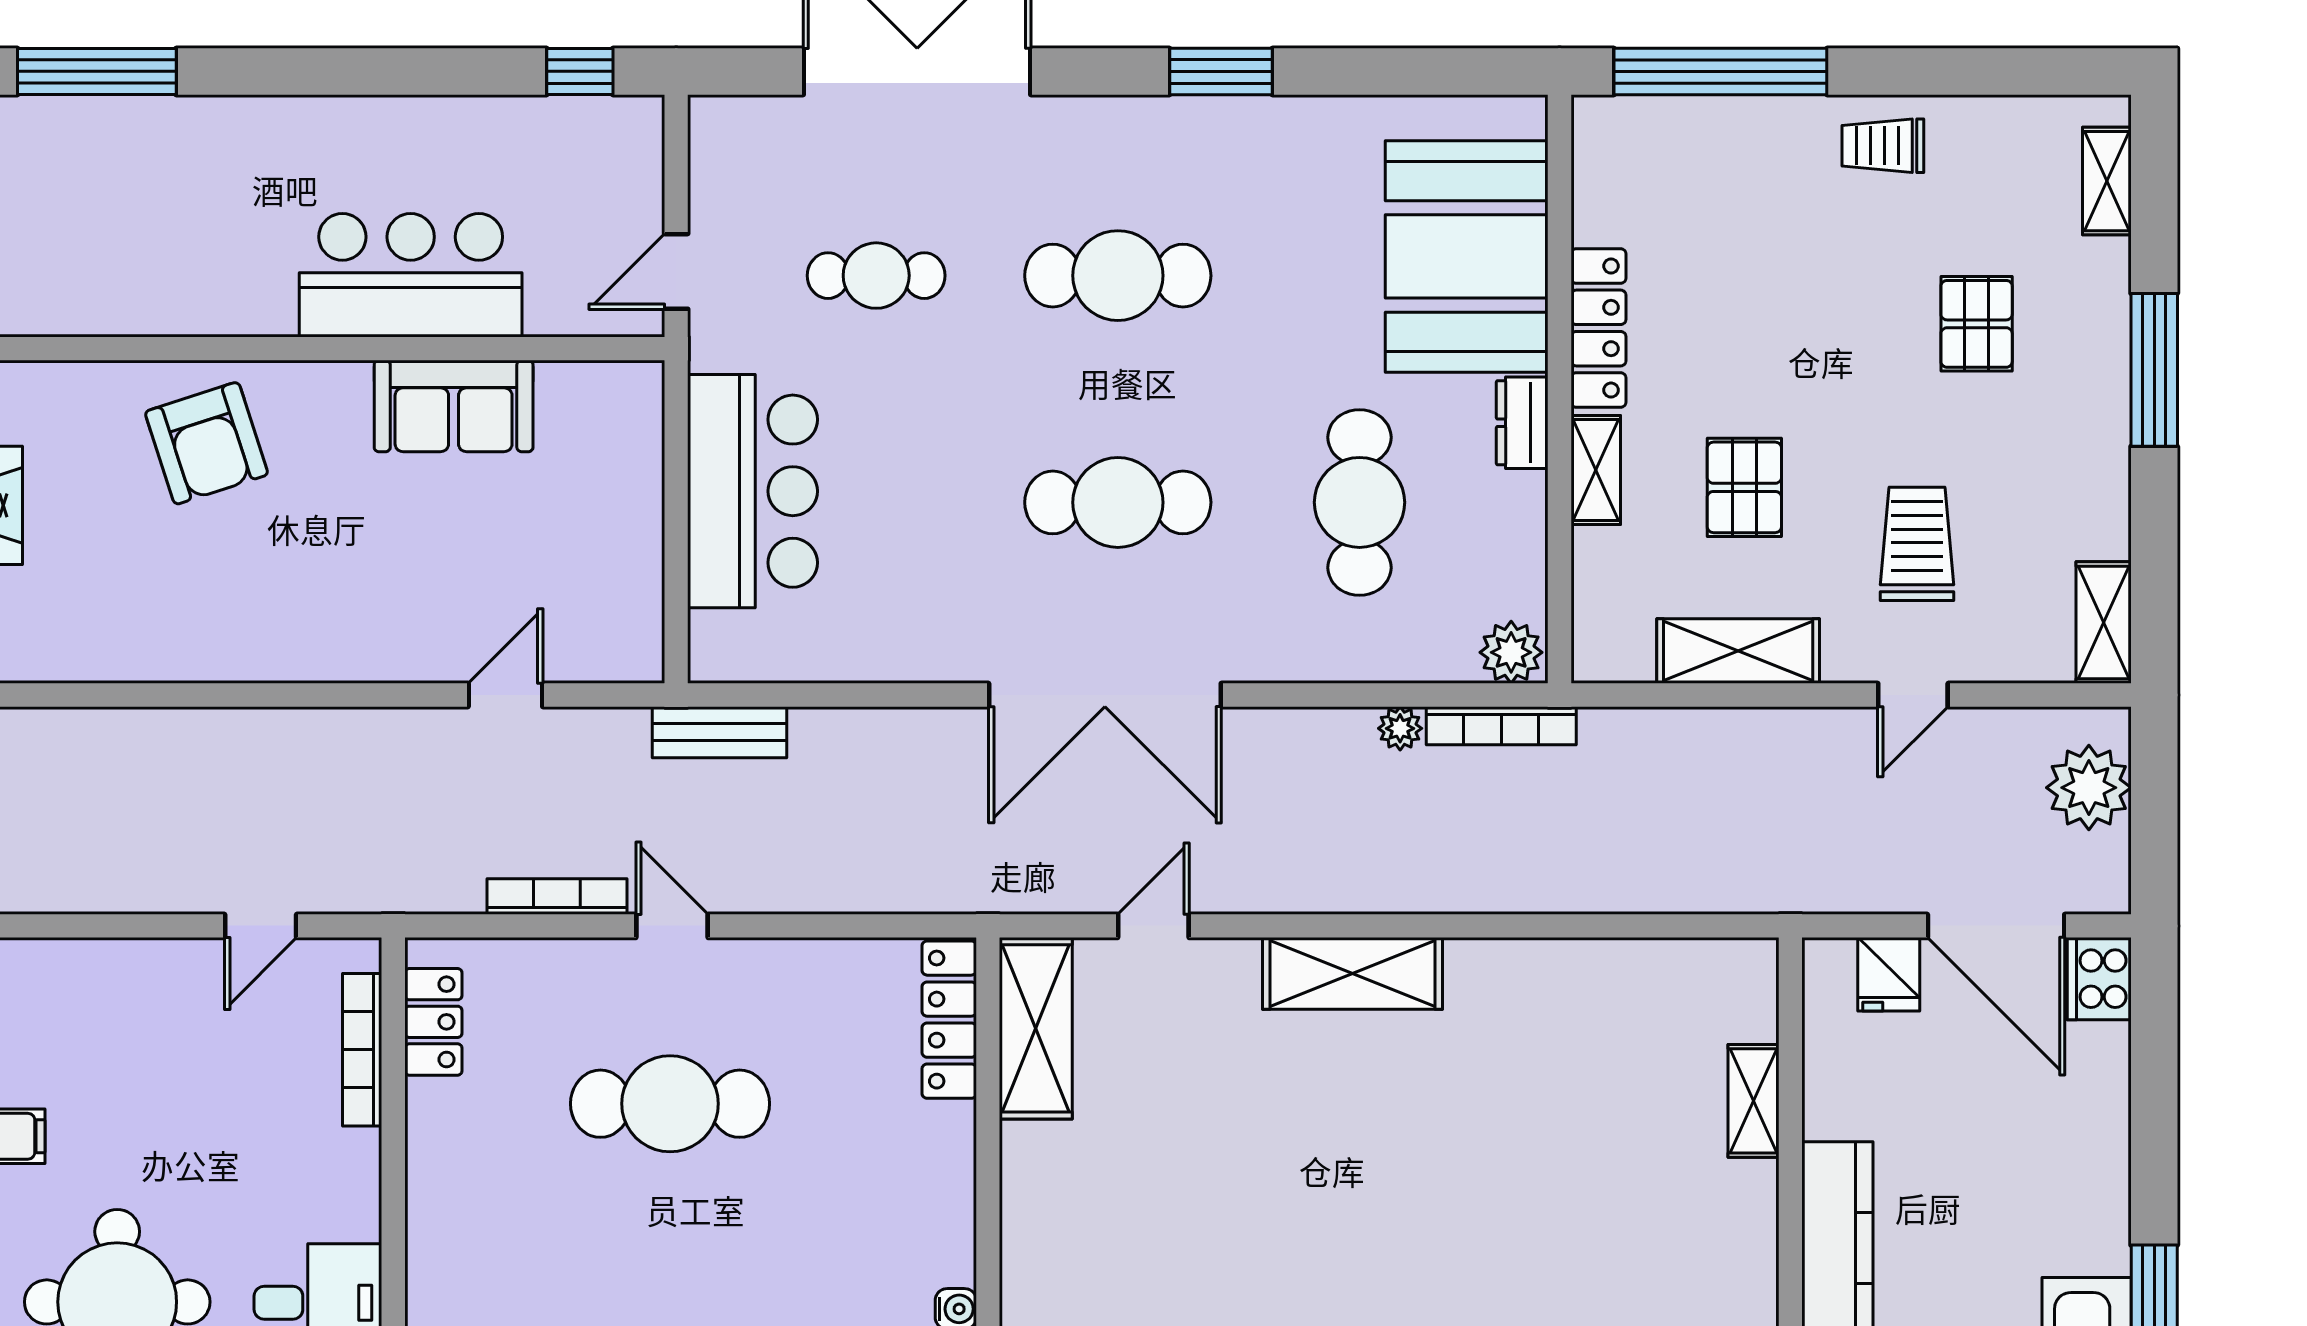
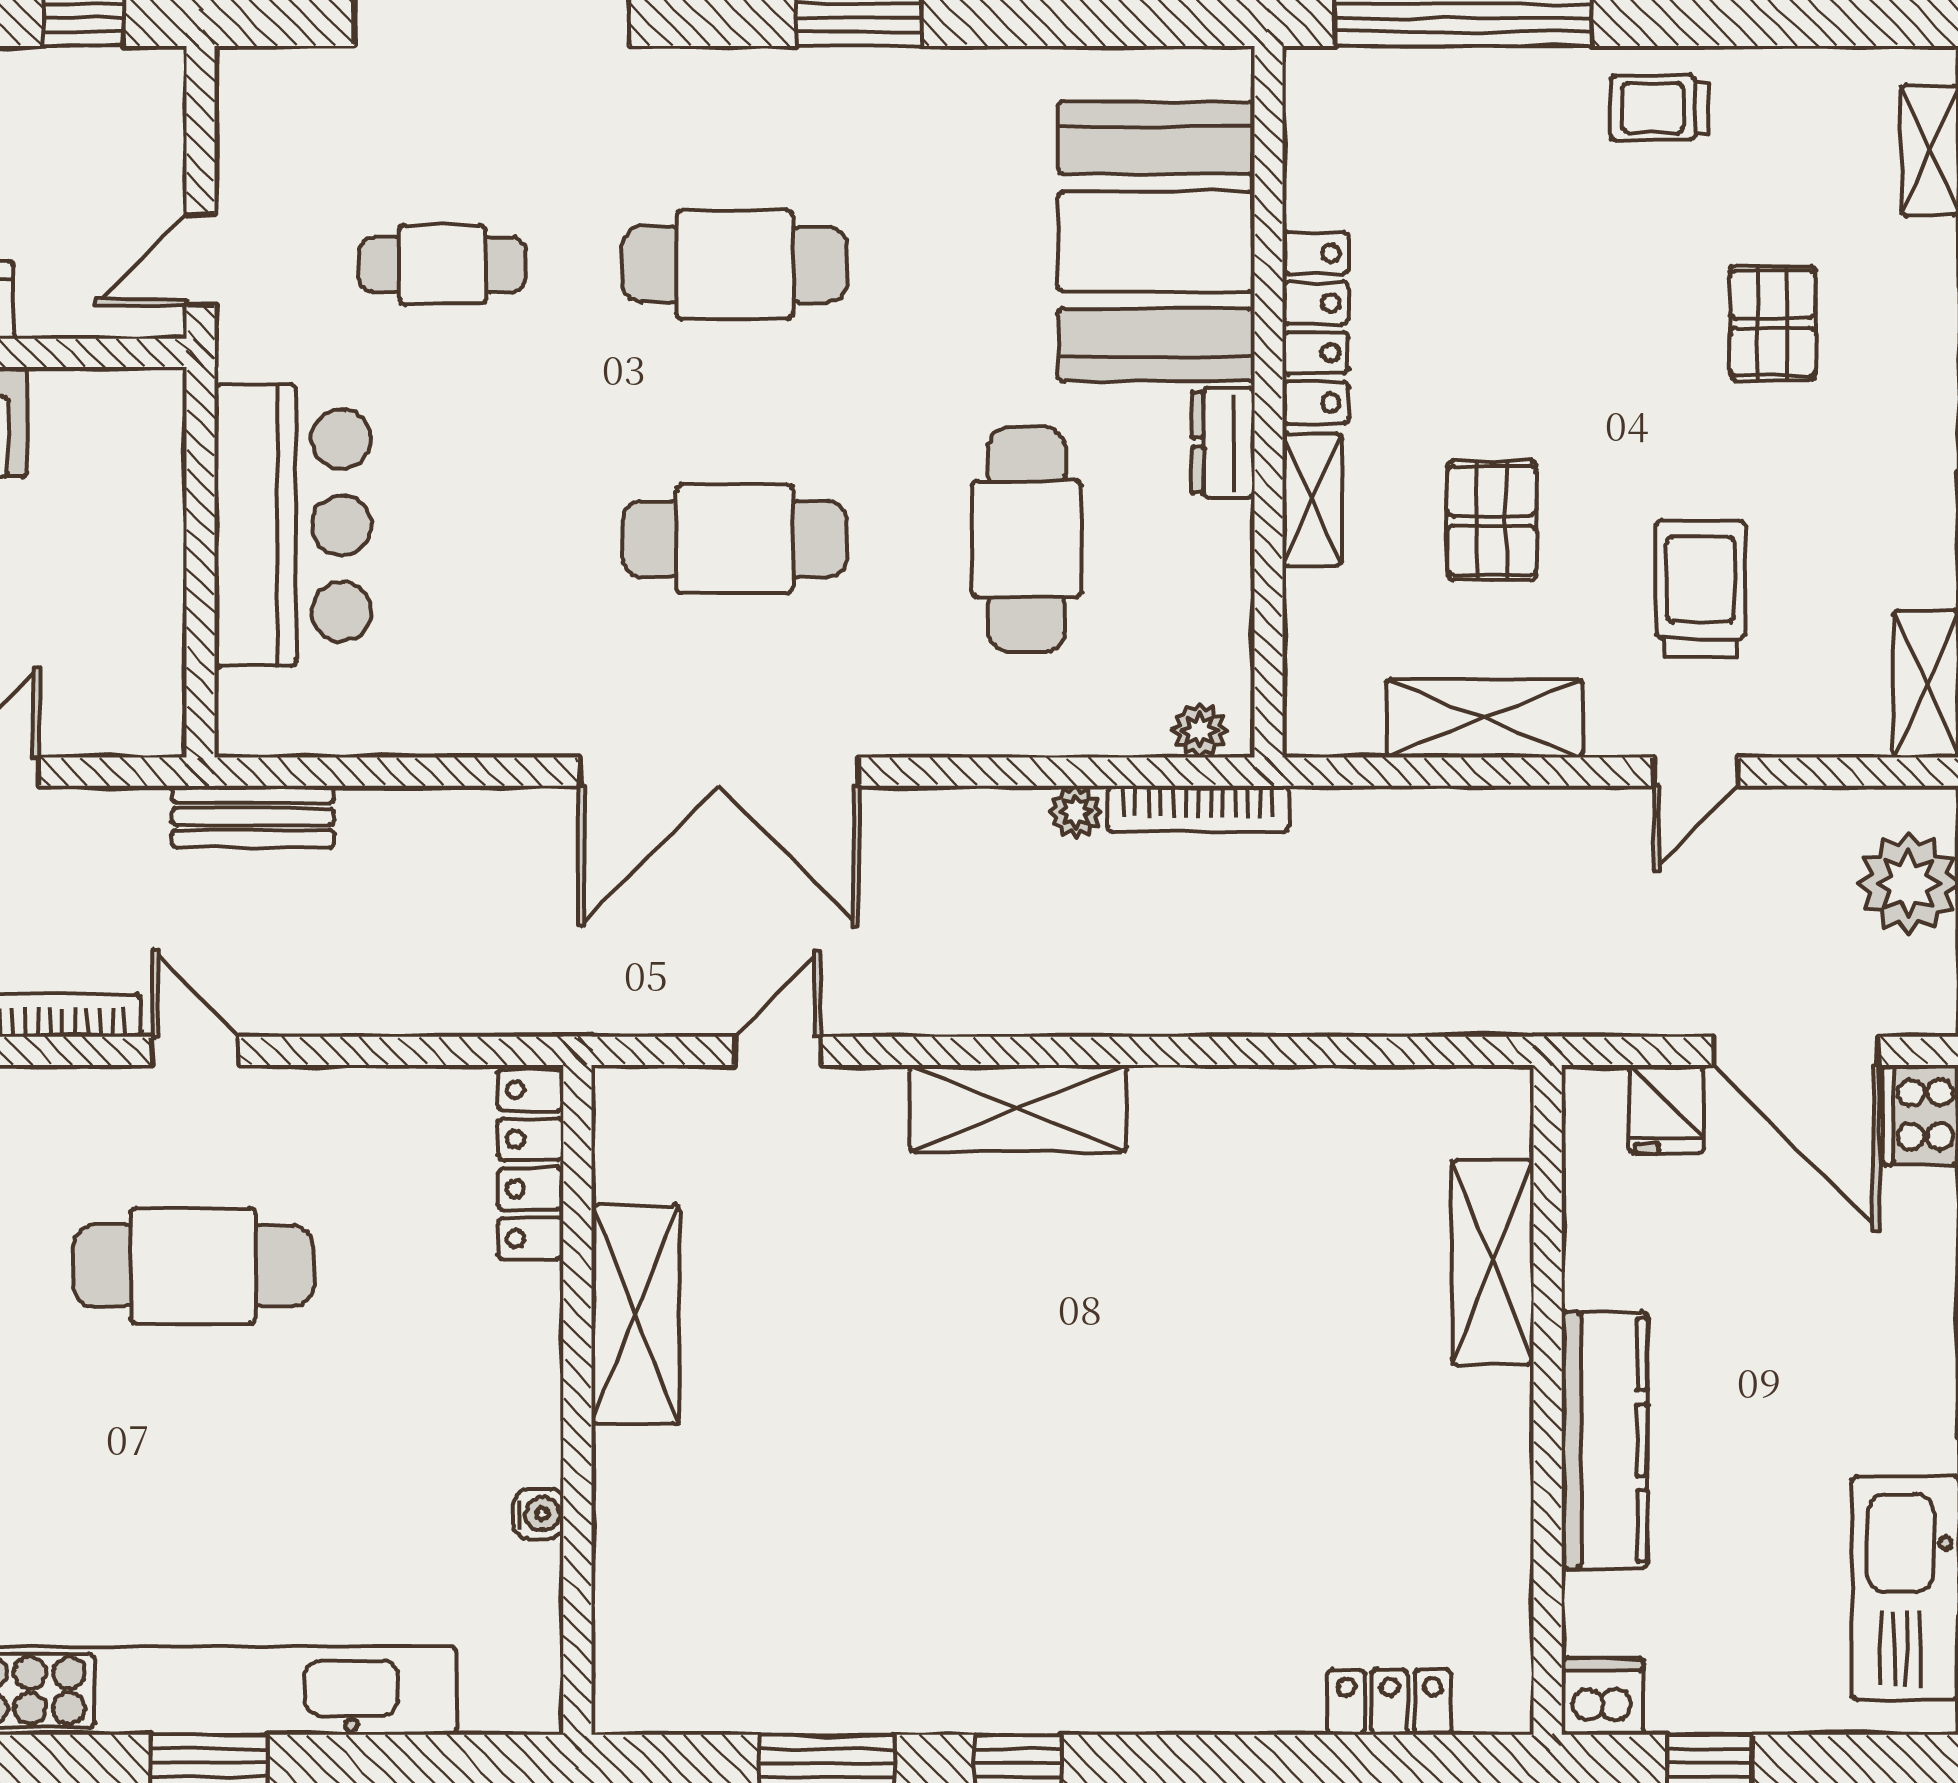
plant: (1511, 652) -> (1200, 730), width x0.73, depth x0.73
shelving: (1036, 1028) -> (635, 1314), moved
shelving: (1753, 1101) -> (1493, 1262), width x1.50, depth x1.33

